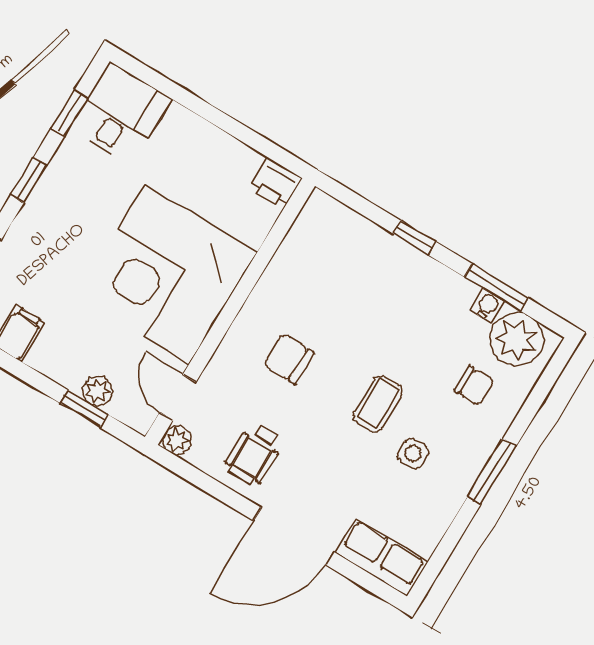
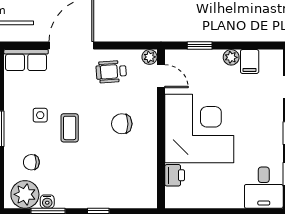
printer: (275, 184) -> (175, 175), moved, turned 90
chair: (289, 359) -> (122, 124), turned 180
plant: (98, 391) -> (231, 57), moved
wheelchair: (254, 454) -> (111, 72), turned -94

